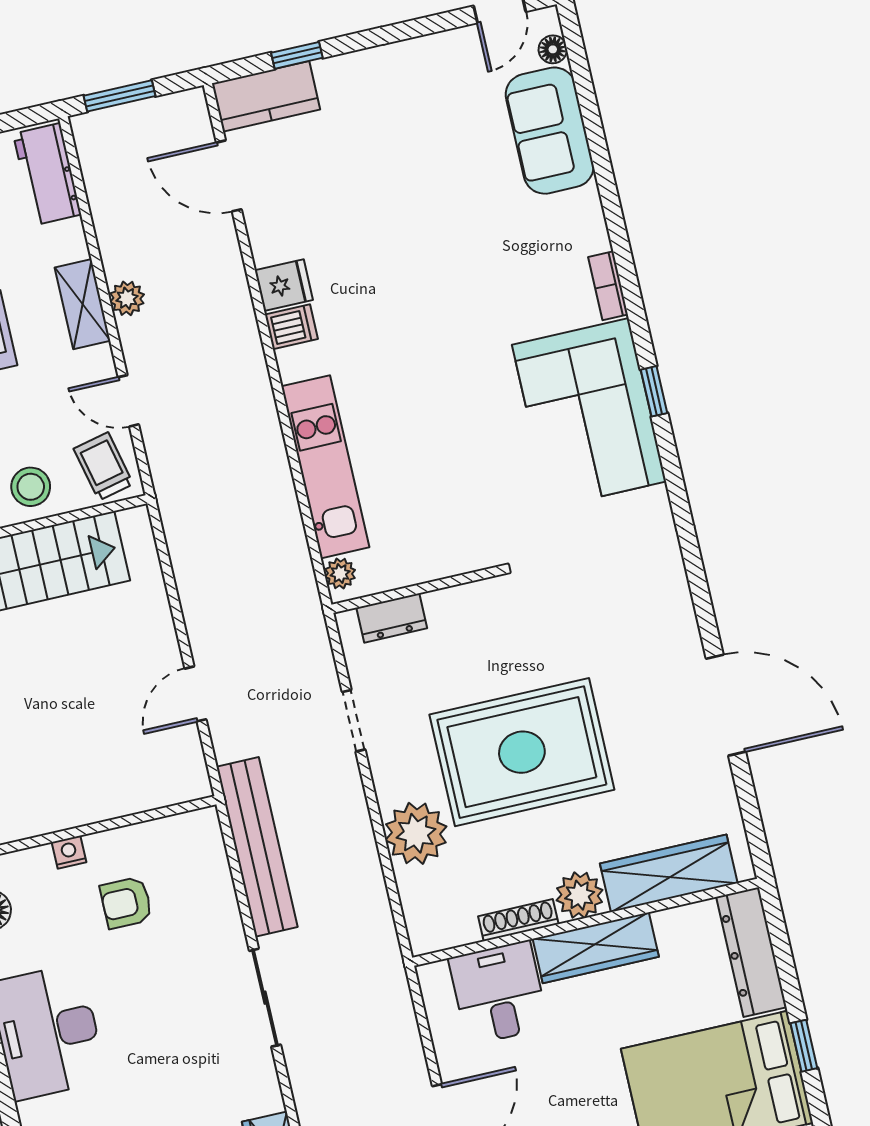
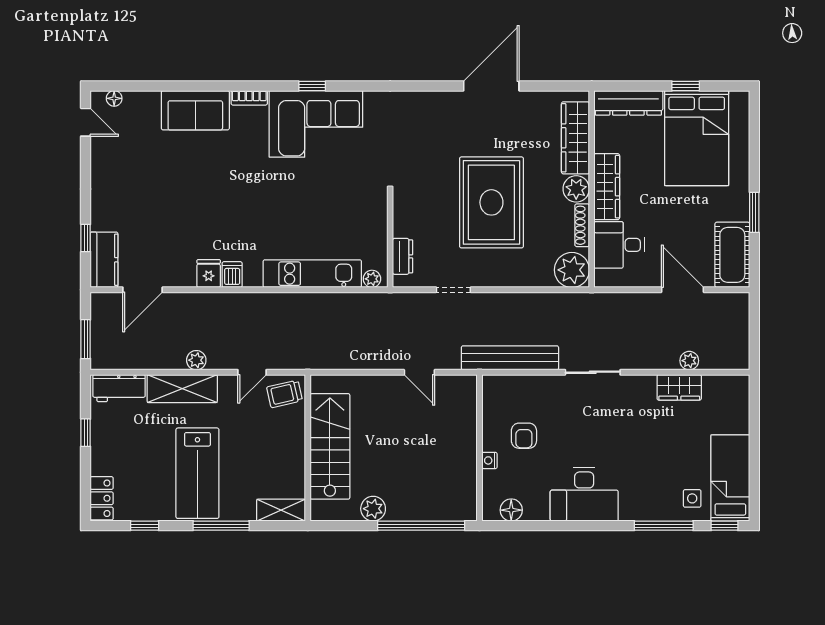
sofa: (550, 131) -> (195, 110), moved
shelving: (83, 304) -> (182, 389), width x1.50, depth x1.33
stool: (31, 487) -> (287, 436), removed
plant: (416, 833) -> (572, 270), moved

